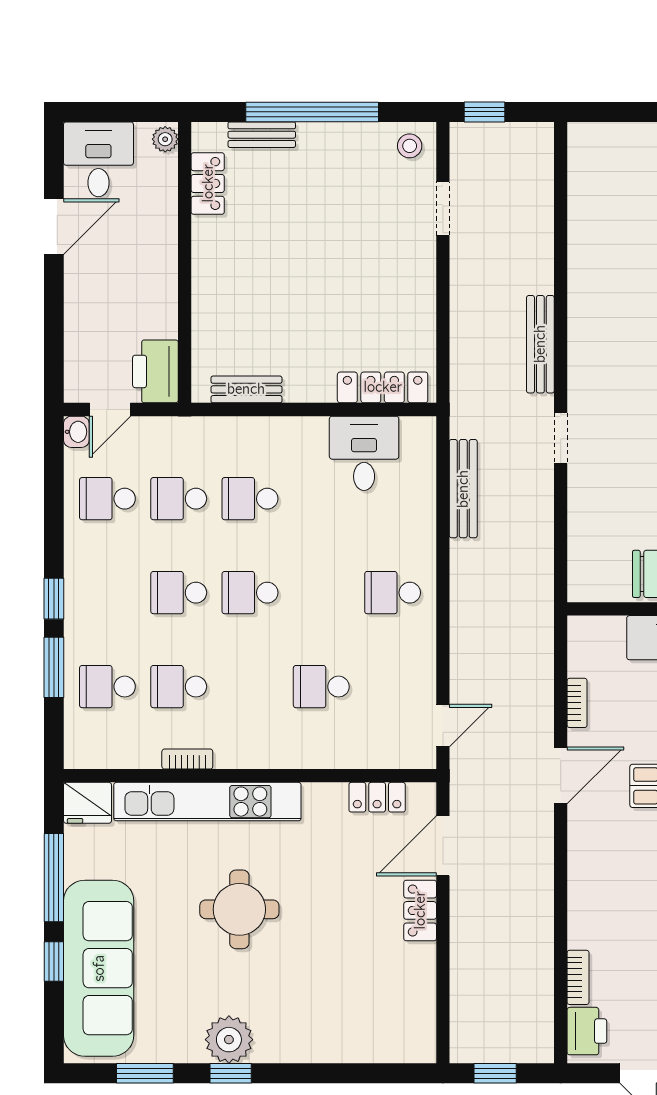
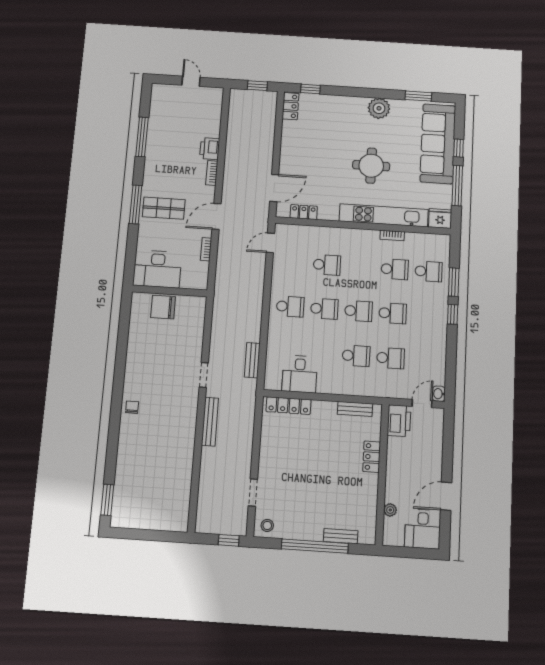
plant: (165, 139) -> (390, 510), moved
locker: (208, 183) -> (372, 457), moved
bench: (463, 489) -> (252, 360), width x0.73
school desk: (107, 499) -> (324, 309), moved
locker: (420, 910) -> (291, 106), moved
bookcase: (578, 977) -> (212, 173), moved
printer: (587, 1031) -> (210, 149), moved
window: (231, 1073) -> (310, 89), moved

